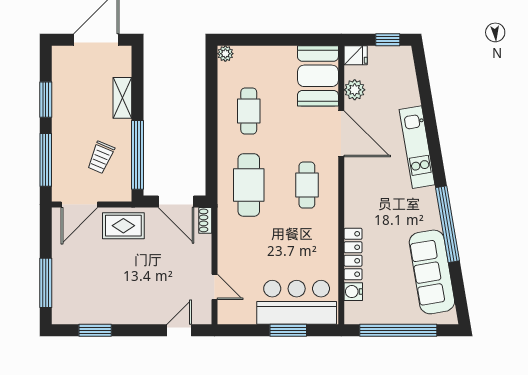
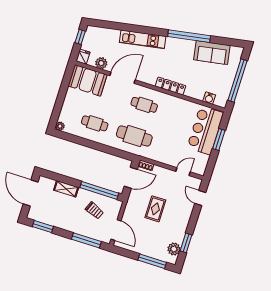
window: (46, 100) -> (43, 227), moved
rug: (123, 226) -> (155, 209), moved
locker: (353, 254) -> (171, 86), moved
sofa: (432, 272) -> (212, 53), width x0.73
plant: (78, 313) -> (174, 249), added

